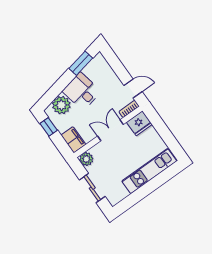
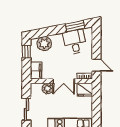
desk: (82, 91) -> (75, 42), moved
double door: (111, 130) -> (64, 81), swing flipped
plant: (86, 159) -> (48, 89), moved

